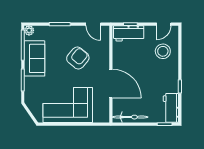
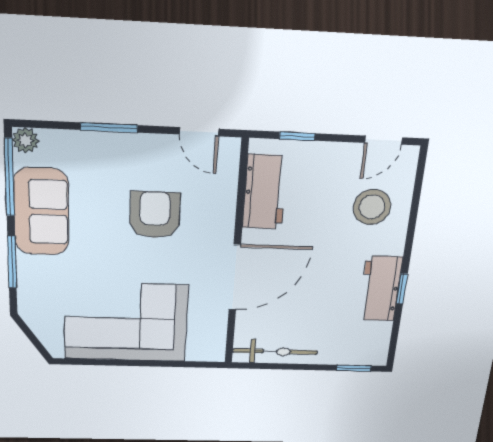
workbench: (129, 33) -> (265, 192), moved, turned -90
armchair: (78, 58) -> (155, 215), turned -40
door: (111, 84) -> (235, 277), hinge flipped
workbench: (171, 108) -> (380, 289), moved

